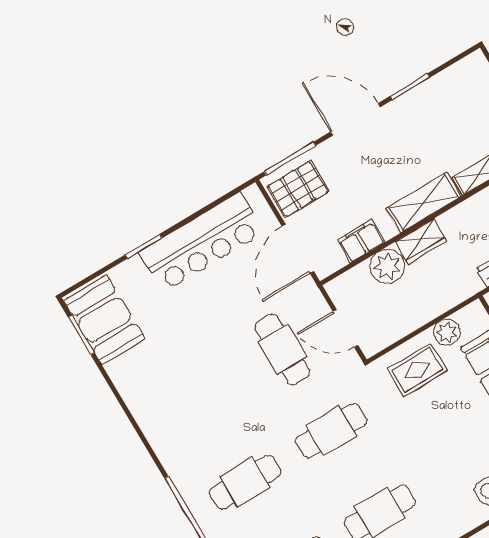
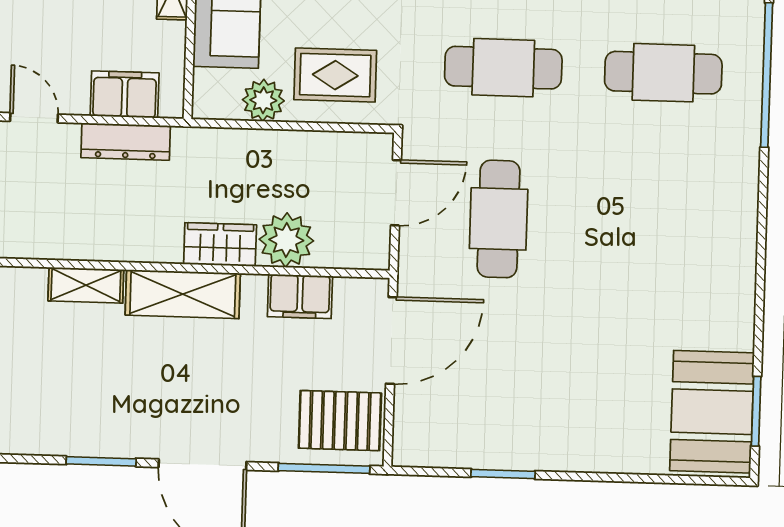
bar counter: (202, 242) -> (515, 432), removed
window: (143, 246) -> (503, 474), moved
door: (345, 328) -> (396, 193), hinge flipped

